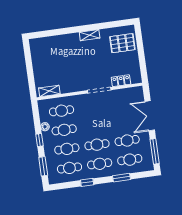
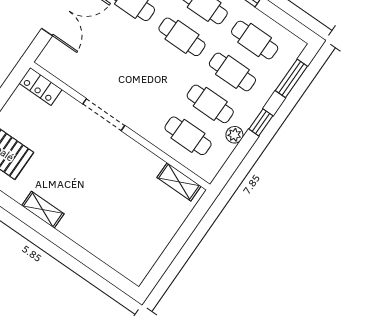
locker: (121, 81) -> (40, 86), moved

